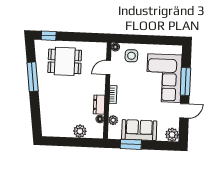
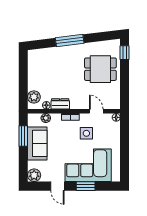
side table: (131, 56) -> (86, 133), moved
dining table: (65, 61) -> (100, 69), turned 90
window: (33, 77) -> (70, 41), moved
window: (185, 82) -> (86, 186), width x0.69
plant: (80, 131) -> (34, 97), moved

